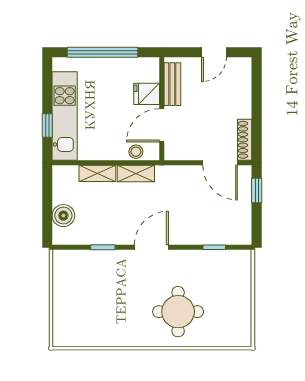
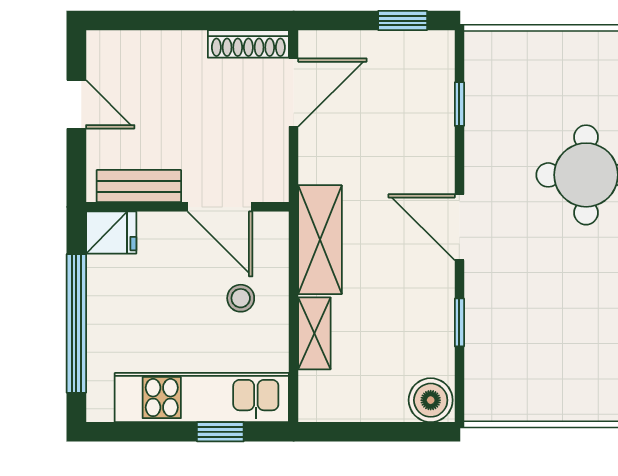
fridge: (147, 94) -> (111, 233), moved, turned -90
stool: (136, 152) -> (241, 298), moved
shelving: (136, 173) -> (320, 240), width x1.50, depth x1.33
window: (257, 191) -> (403, 21), moved
boiler: (63, 216) -> (431, 400), moved

